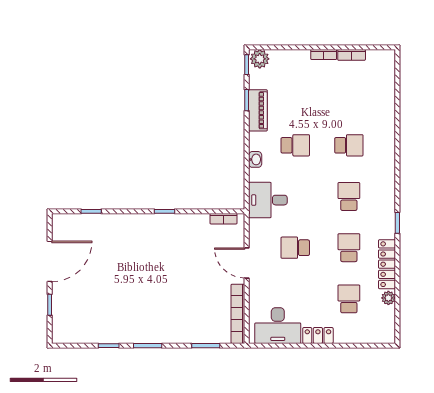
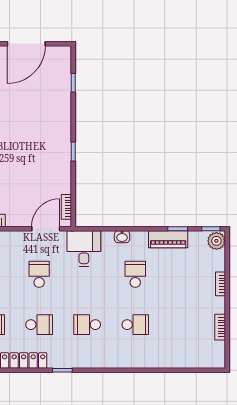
bookcase: (324, 55) -> (220, 284), moved
school desk: (295, 145) -> (135, 274), turned 180
school desk: (349, 145) -> (135, 325), turned -90
school desk: (349, 196) -> (87, 325), turned 180
door: (50, 261) -> (26, 44), hinge flipped
door: (247, 263) -> (46, 229), moved

